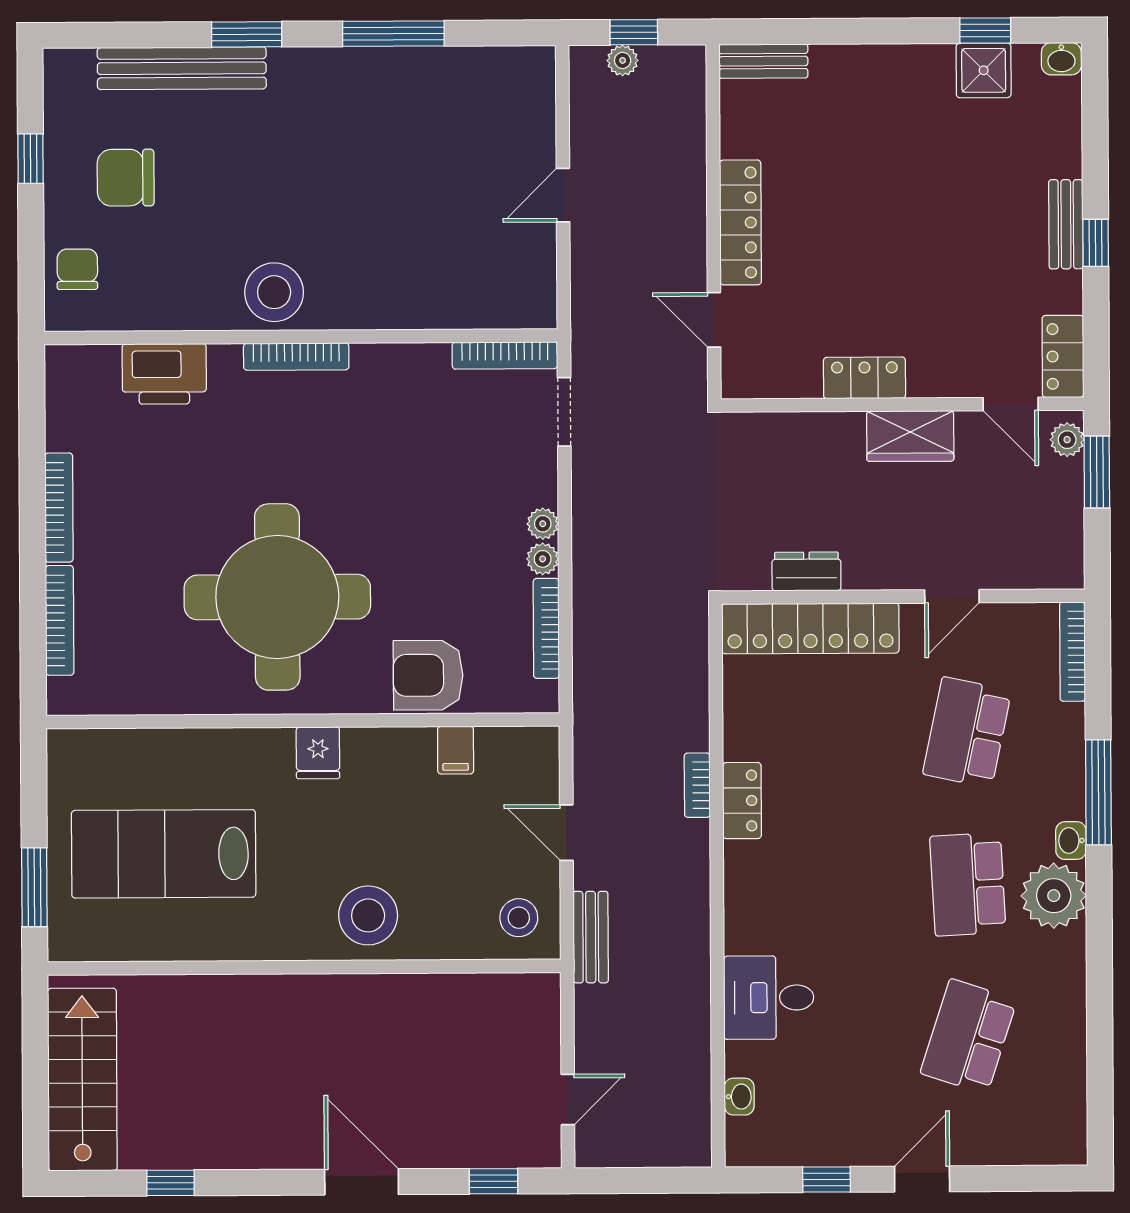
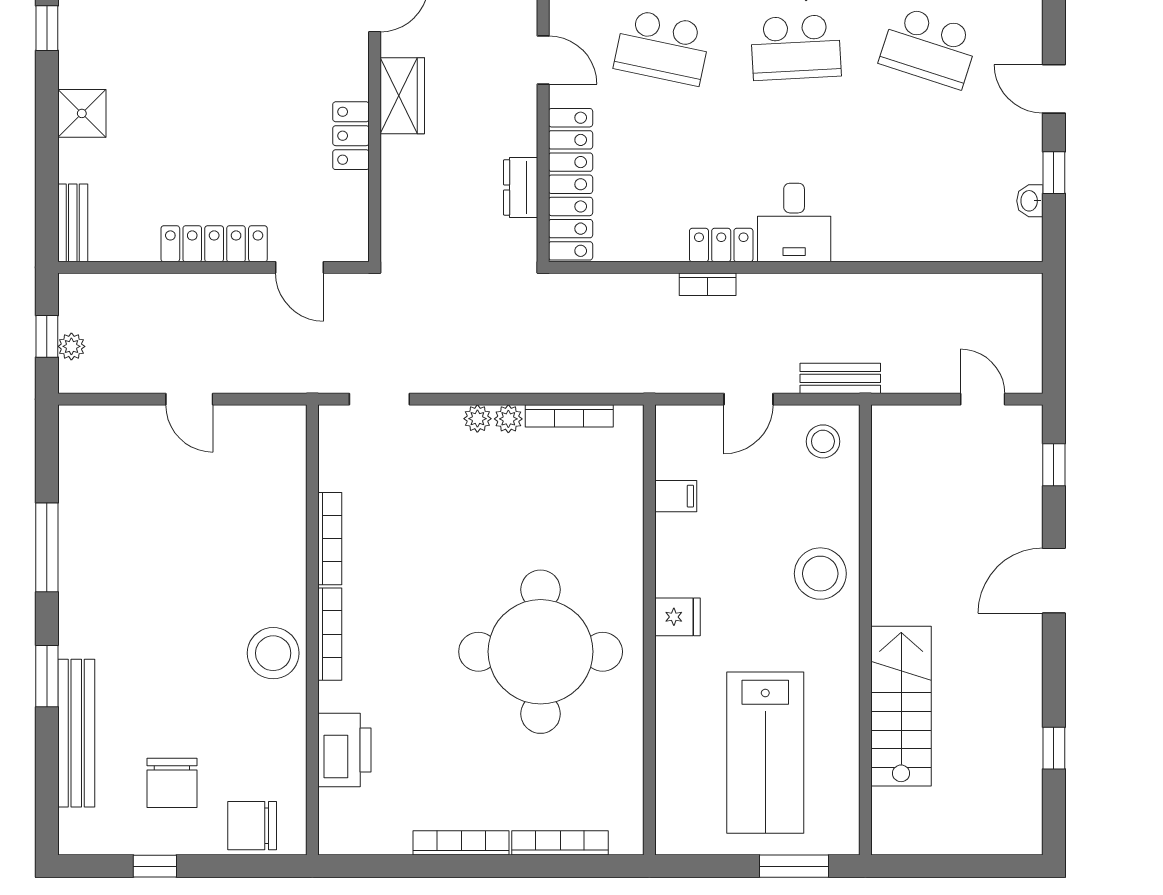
shower: (984, 70) -> (82, 113), moved
chair: (77, 269) -> (252, 826), width x1.37, depth x1.37
door: (714, 320) -> (299, 267), hinge flipped
bookcase: (505, 355) -> (330, 539), moved
armchair: (428, 675) -> (610, 520), removed
desk: (769, 998) -> (794, 222), moved
stairs: (82, 1080) -> (901, 706), moved, turned 90
washbasin: (739, 1097) -> (1030, 201), moved, turned -90

